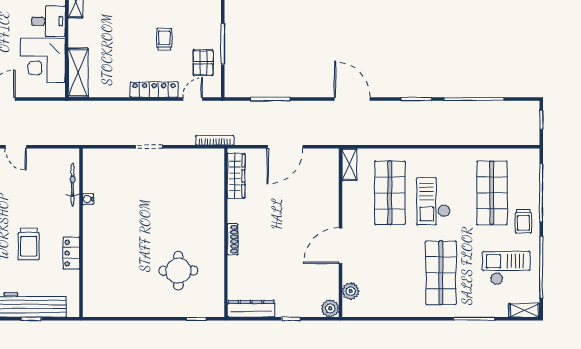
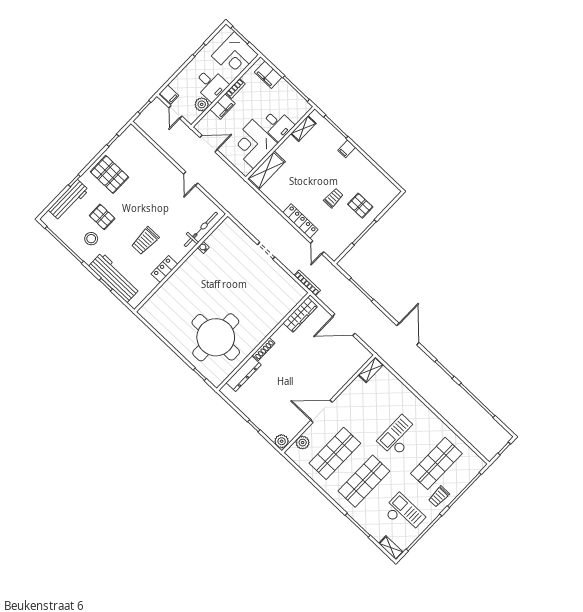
pallet: (203, 63) -> (360, 206), moved, turned 90
door: (193, 99) -> (317, 247), swing flipped
bicycle: (73, 185) -> (201, 229), width x1.37, depth x1.40
shop shelf: (390, 193) -> (335, 453), moved
round table: (178, 271) -> (216, 337), width x1.86, depth x1.86
dresser: (251, 309) -> (244, 374), moved, turned 90

